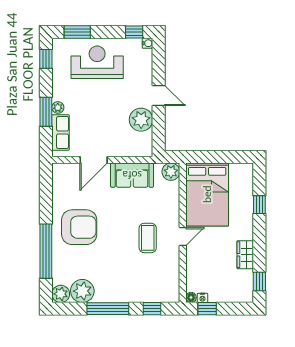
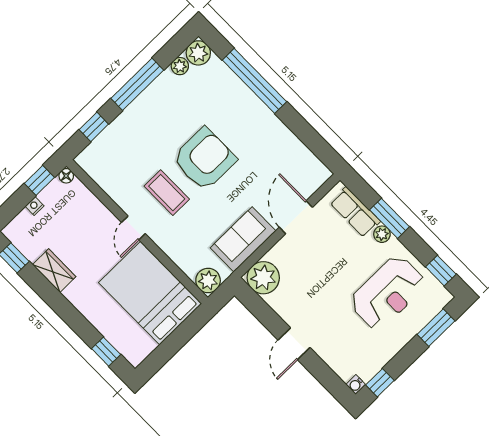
reception desk: (97, 62) -> (388, 293), moved
door: (159, 96) -> (294, 344), hinge flipped
plant: (141, 120) -> (263, 278), moved
window: (259, 205) -> (106, 352), moved
armchair: (79, 227) -> (204, 159), moved, turned 180
plant: (82, 291) -> (180, 66), width x0.53, depth x0.53
nightstand: (202, 298) -> (35, 206), moved

